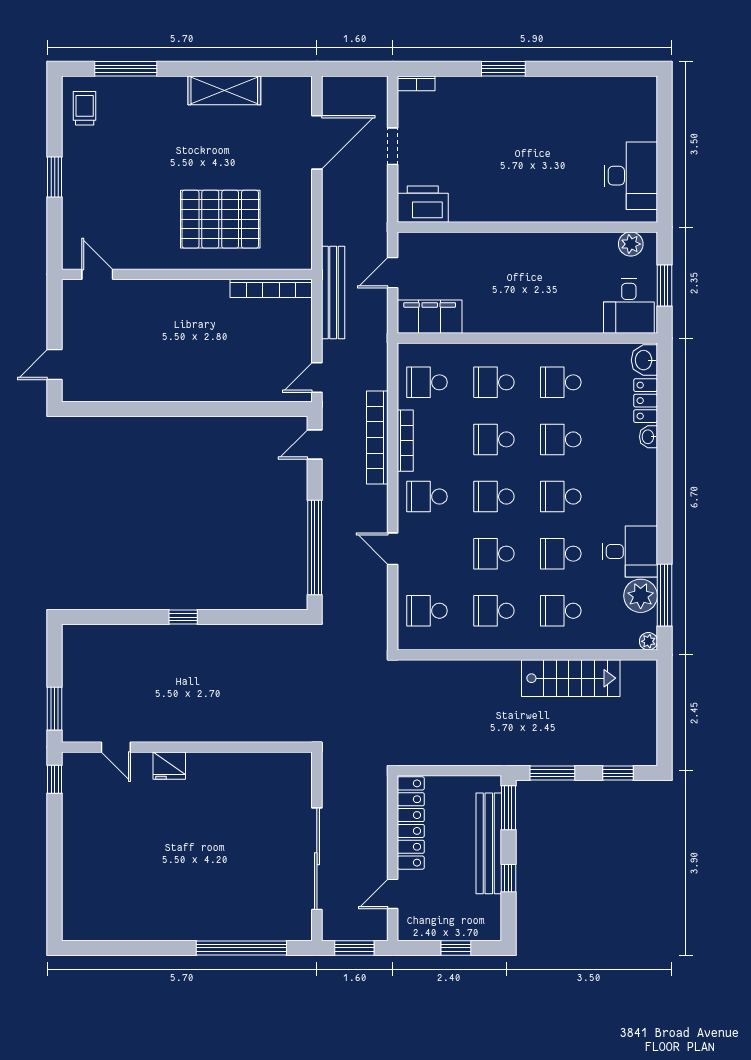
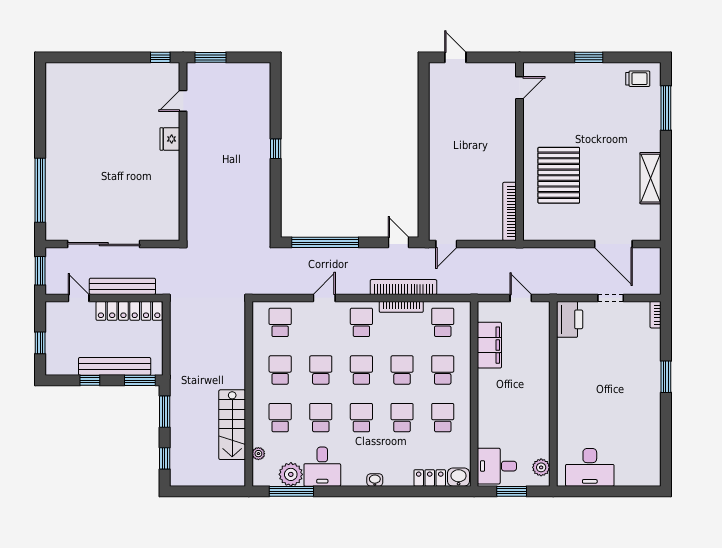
bench: (333, 292) -> (122, 286), moved
filing cabinet: (430, 317) -> (489, 345), moved
door: (317, 377) -> (446, 244), swing flipped
washbasin: (648, 437) -> (375, 480), moved
plant: (648, 641) -> (258, 454), moved

